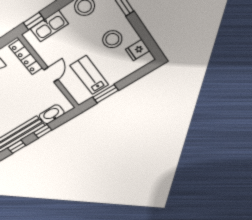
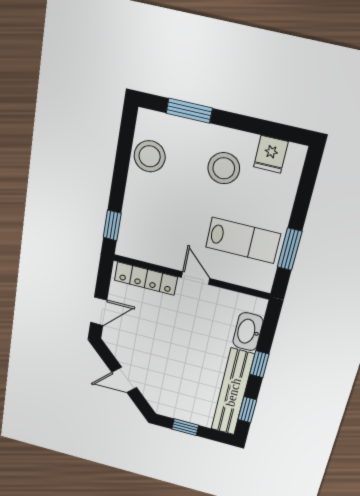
kitchen sink: (49, 26) -> (135, 217), removed
lab bench: (89, 75) -> (243, 240), turned 180

